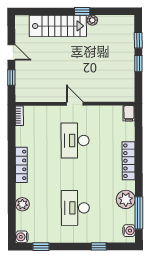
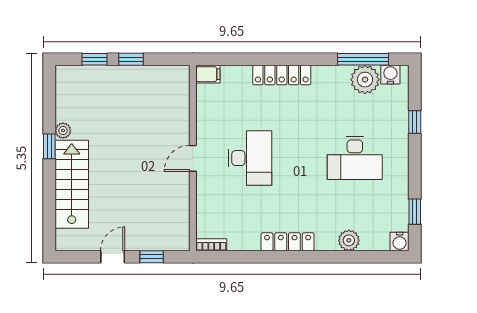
desk: (75, 141) -> (250, 158), turned -90
plant: (126, 199) -> (365, 80), moved

